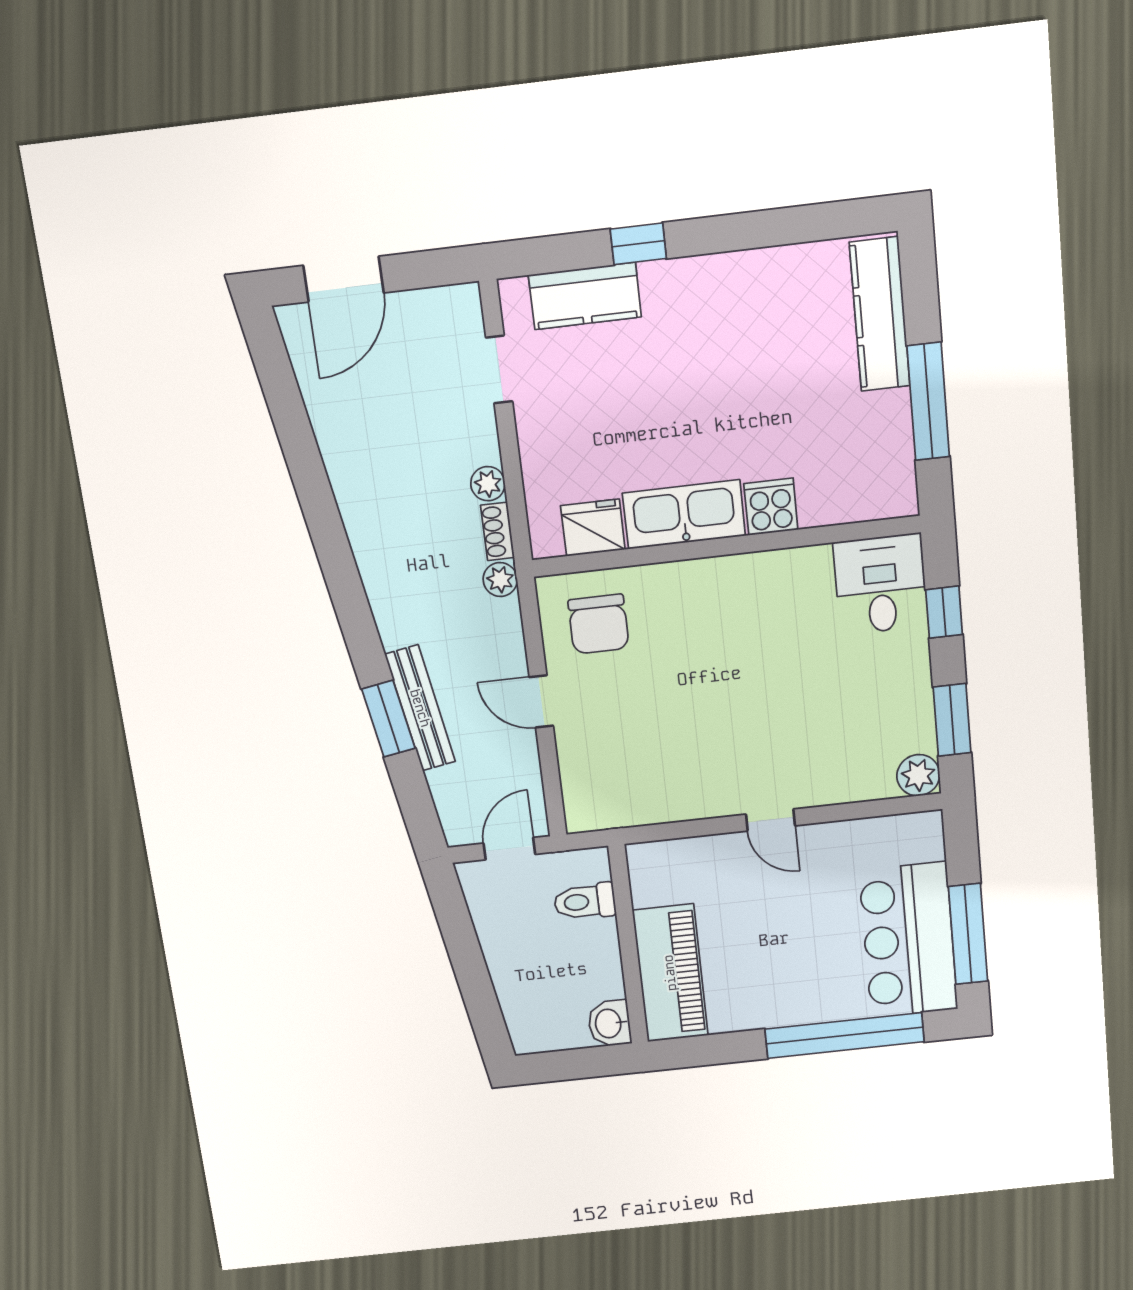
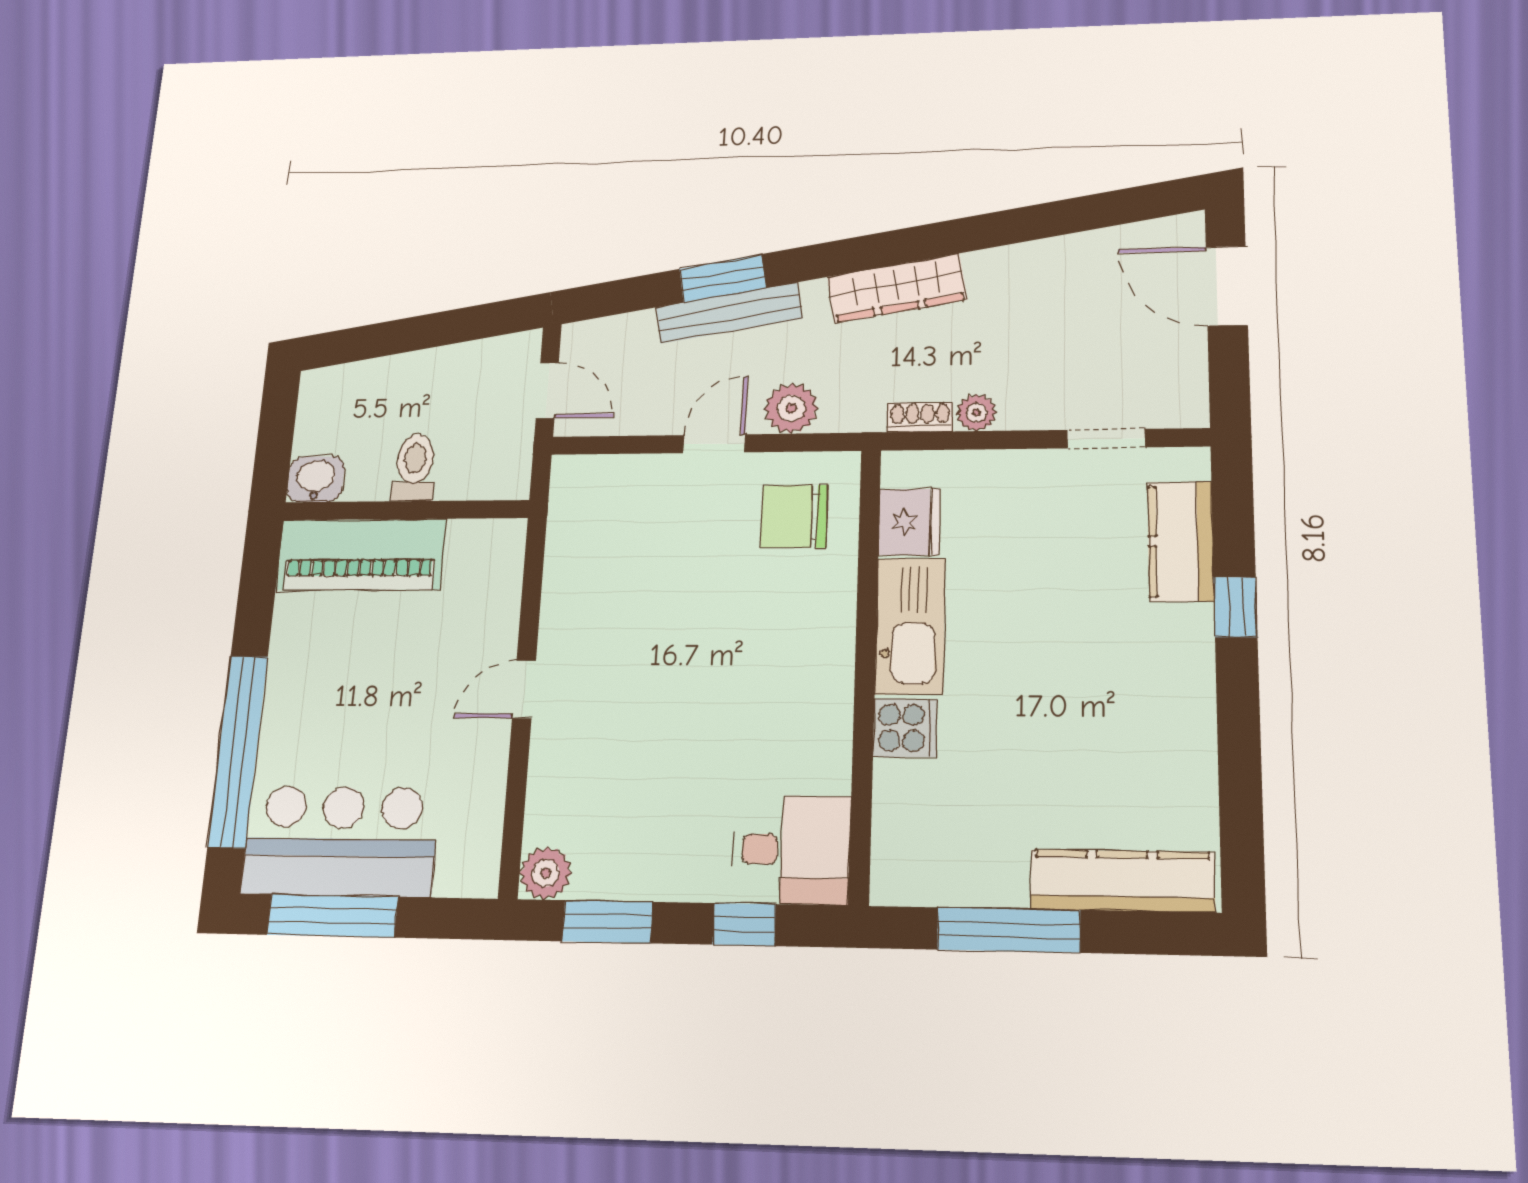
wardrobe: (380, 567) -> (897, 288), added
plant: (500, 580) -> (791, 408), moved, width x1.38, depth x1.38
toilet: (585, 902) -> (415, 467), moved

